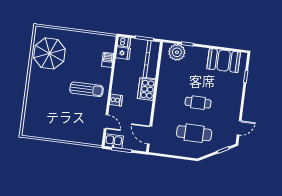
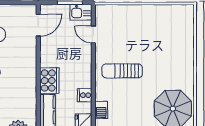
cooker: (116, 100) -> (85, 95), moved
door: (150, 135) -> (38, 25), hinge flipped

